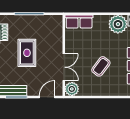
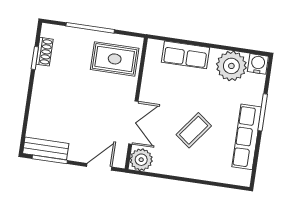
row of seats: (79, 22) -> (185, 55), moved
rug: (27, 53) -> (115, 59), moved, turned 90

